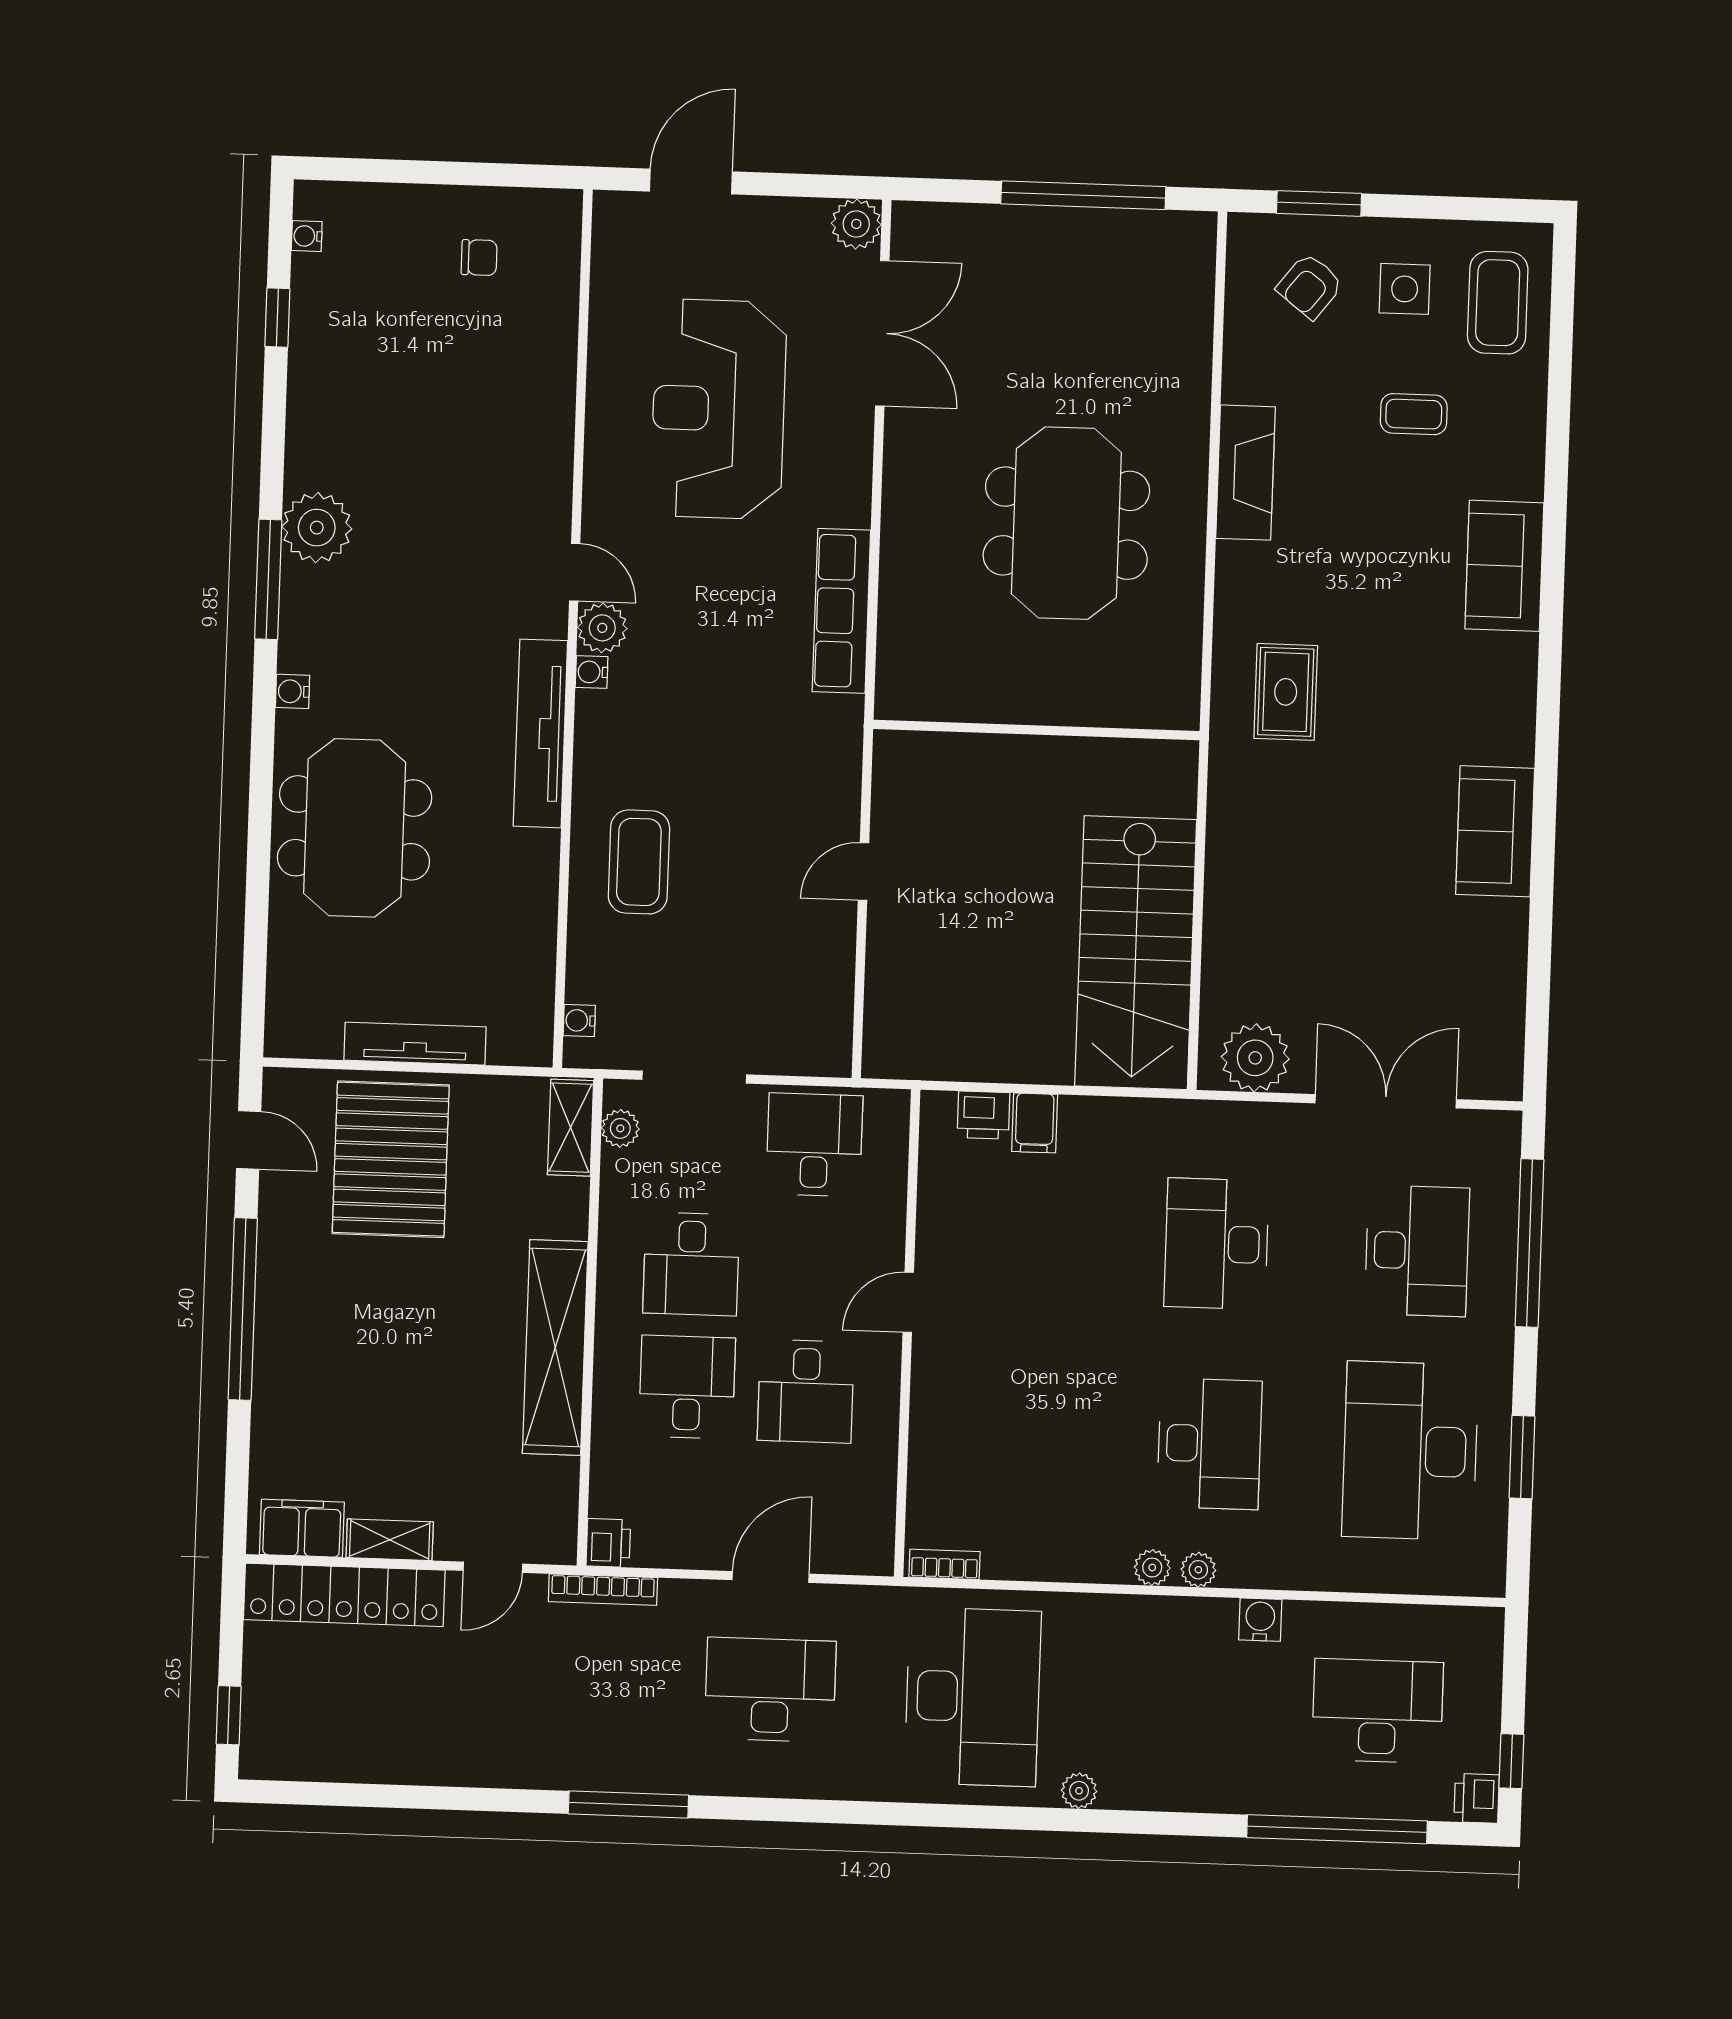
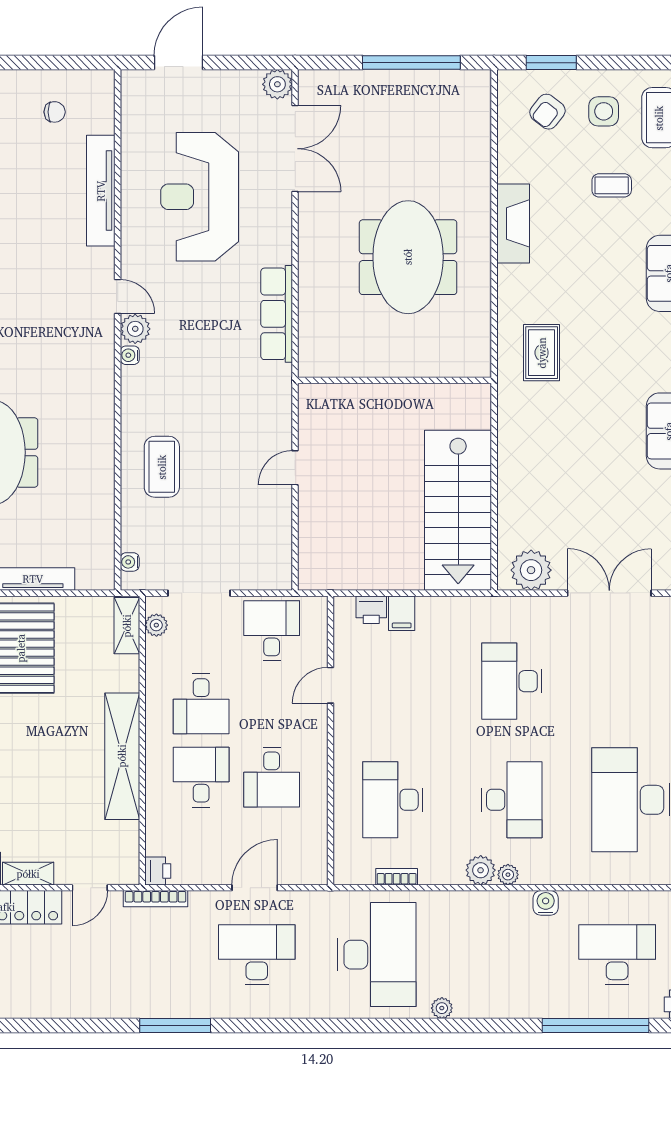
tv unit: (540, 733) -> (101, 191), moved
desk: (1417, 1251) -> (393, 800), moved, turned 180
door: (908, 1302) -> (330, 685), moved
bookcase: (945, 1564) -> (397, 877), moved
plant: (1152, 1568) -> (481, 870), width x1.38, depth x1.38

